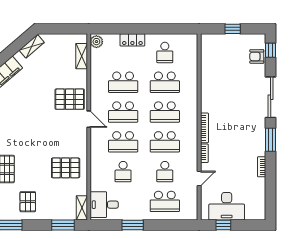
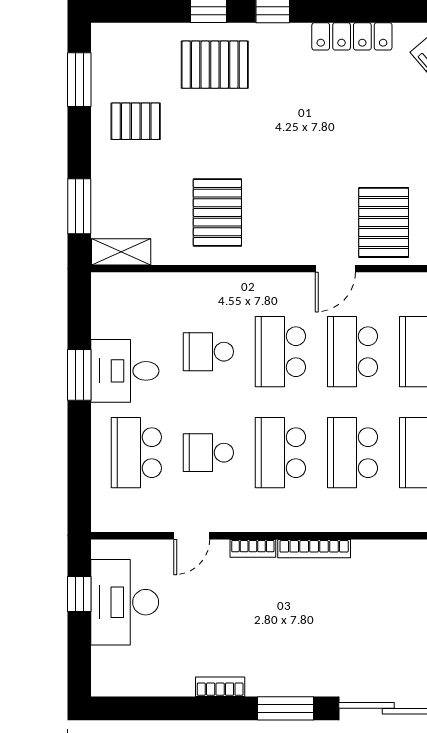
door: (199, 178) -> (192, 536), hinge flipped
desk: (104, 205) -> (125, 371), moved, turned -90

